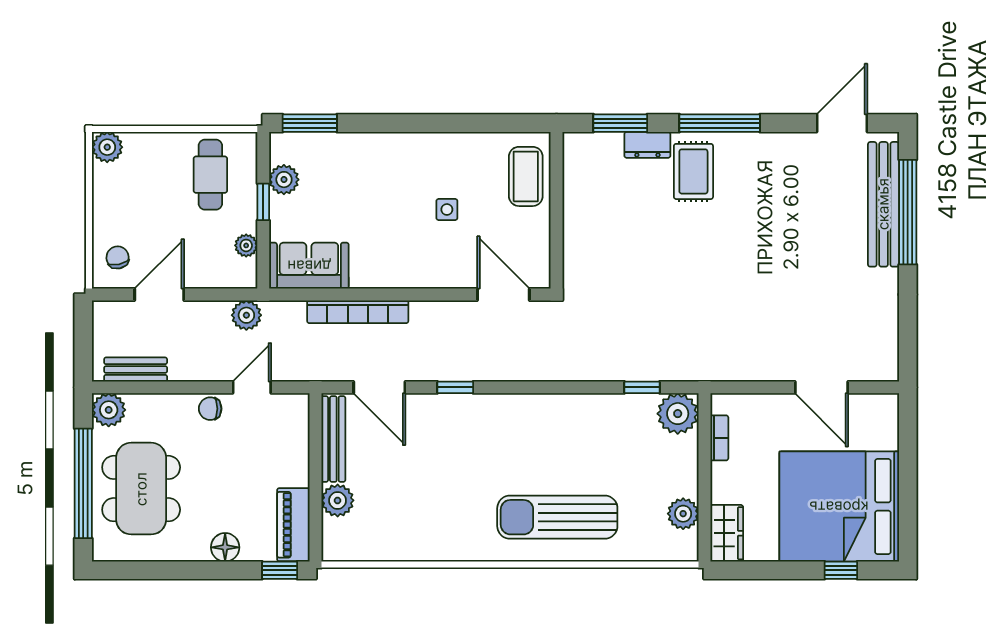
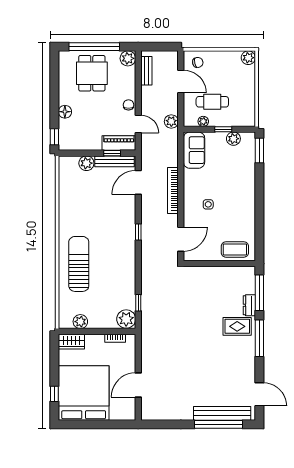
window: (620, 123) -> (259, 293), width x1.44
cafe table: (210, 175) -> (212, 102), moved
side table: (447, 209) -> (208, 204), moved
bookcase: (358, 312) -> (173, 190), moved
window: (455, 387) -> (138, 232), moved
window: (315, 444) -> (112, 153), added
dining table: (141, 489) -> (92, 73), width x0.73
piano: (293, 525) -> (119, 143), moved

